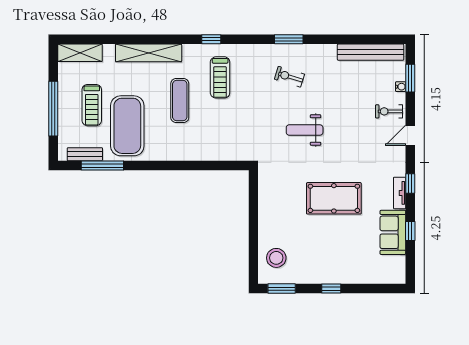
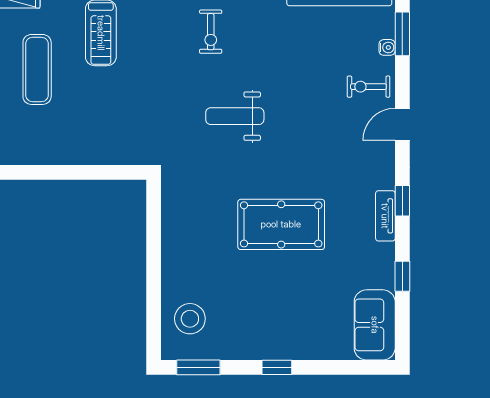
exercise bike: (289, 77) -> (211, 32), turned -107
sofa: (393, 232) -> (375, 325), moved

